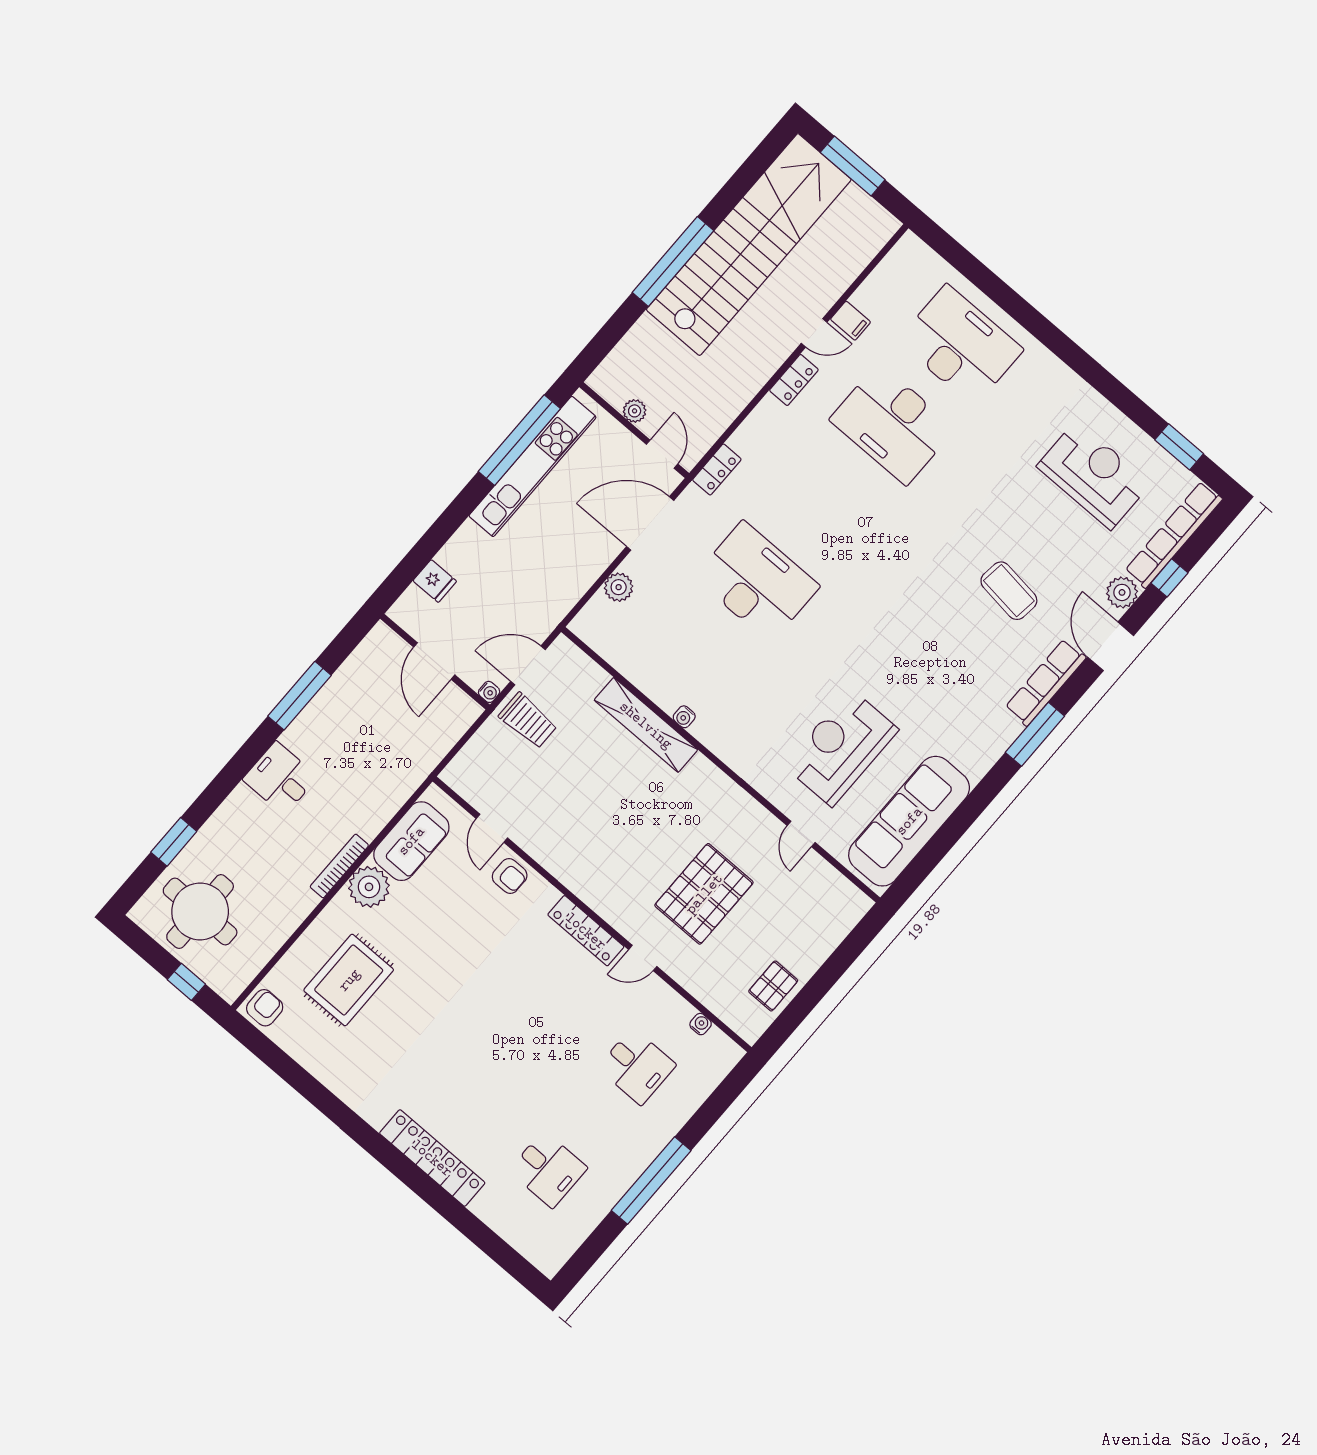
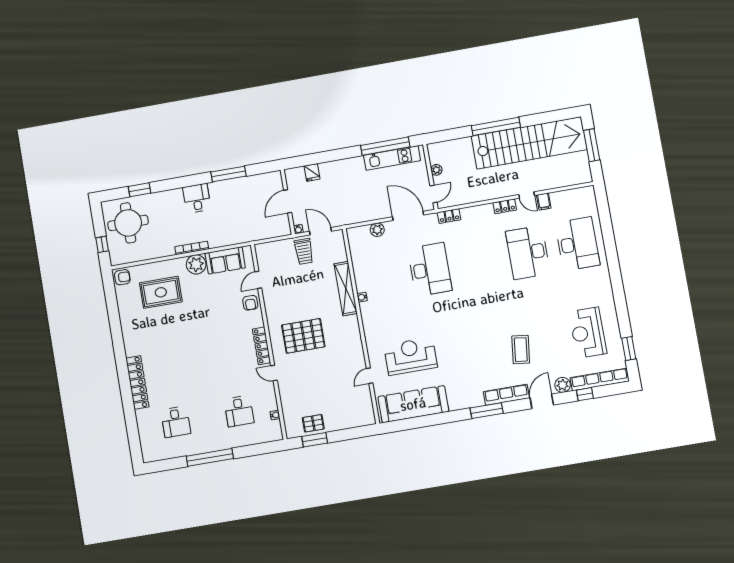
kitchen unit: (533, 466) -> (392, 158), width x0.73
reception desk: (1094, 475) -> (588, 333), turned 180
pallet: (704, 894) -> (303, 336), moved
window: (797, 1010) -> (315, 440), added

